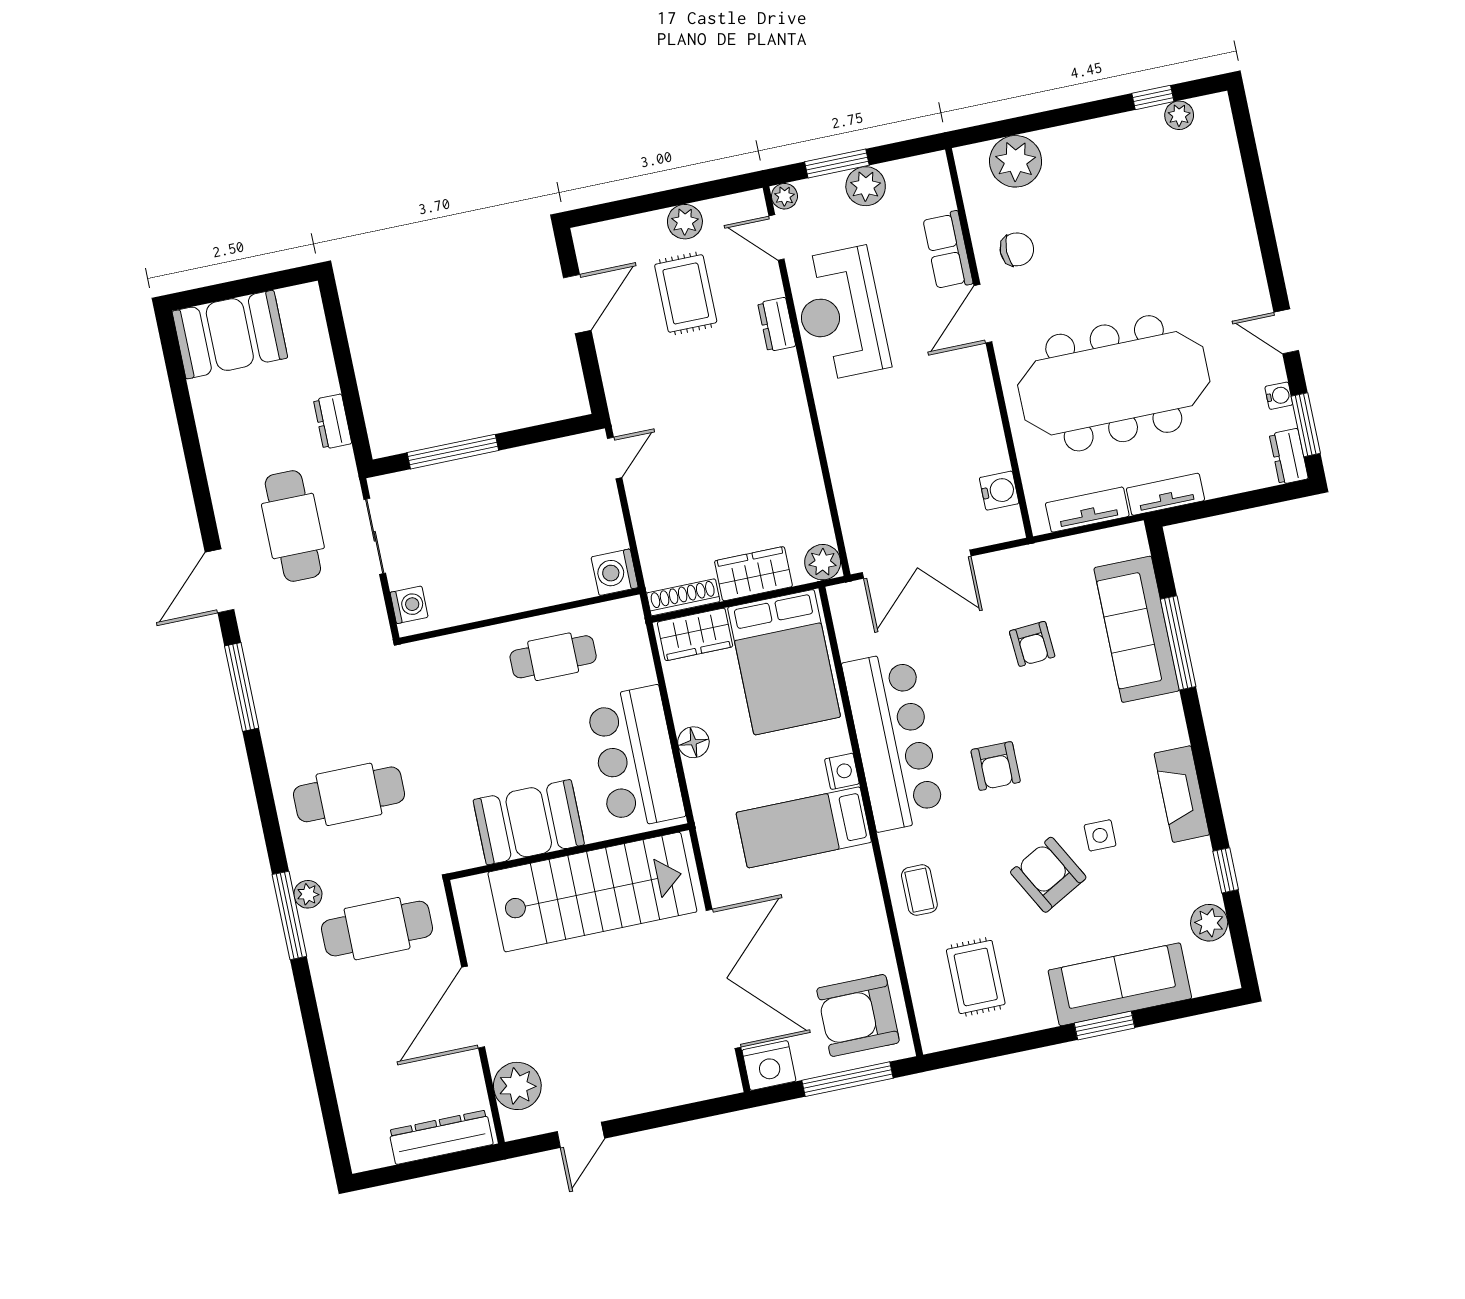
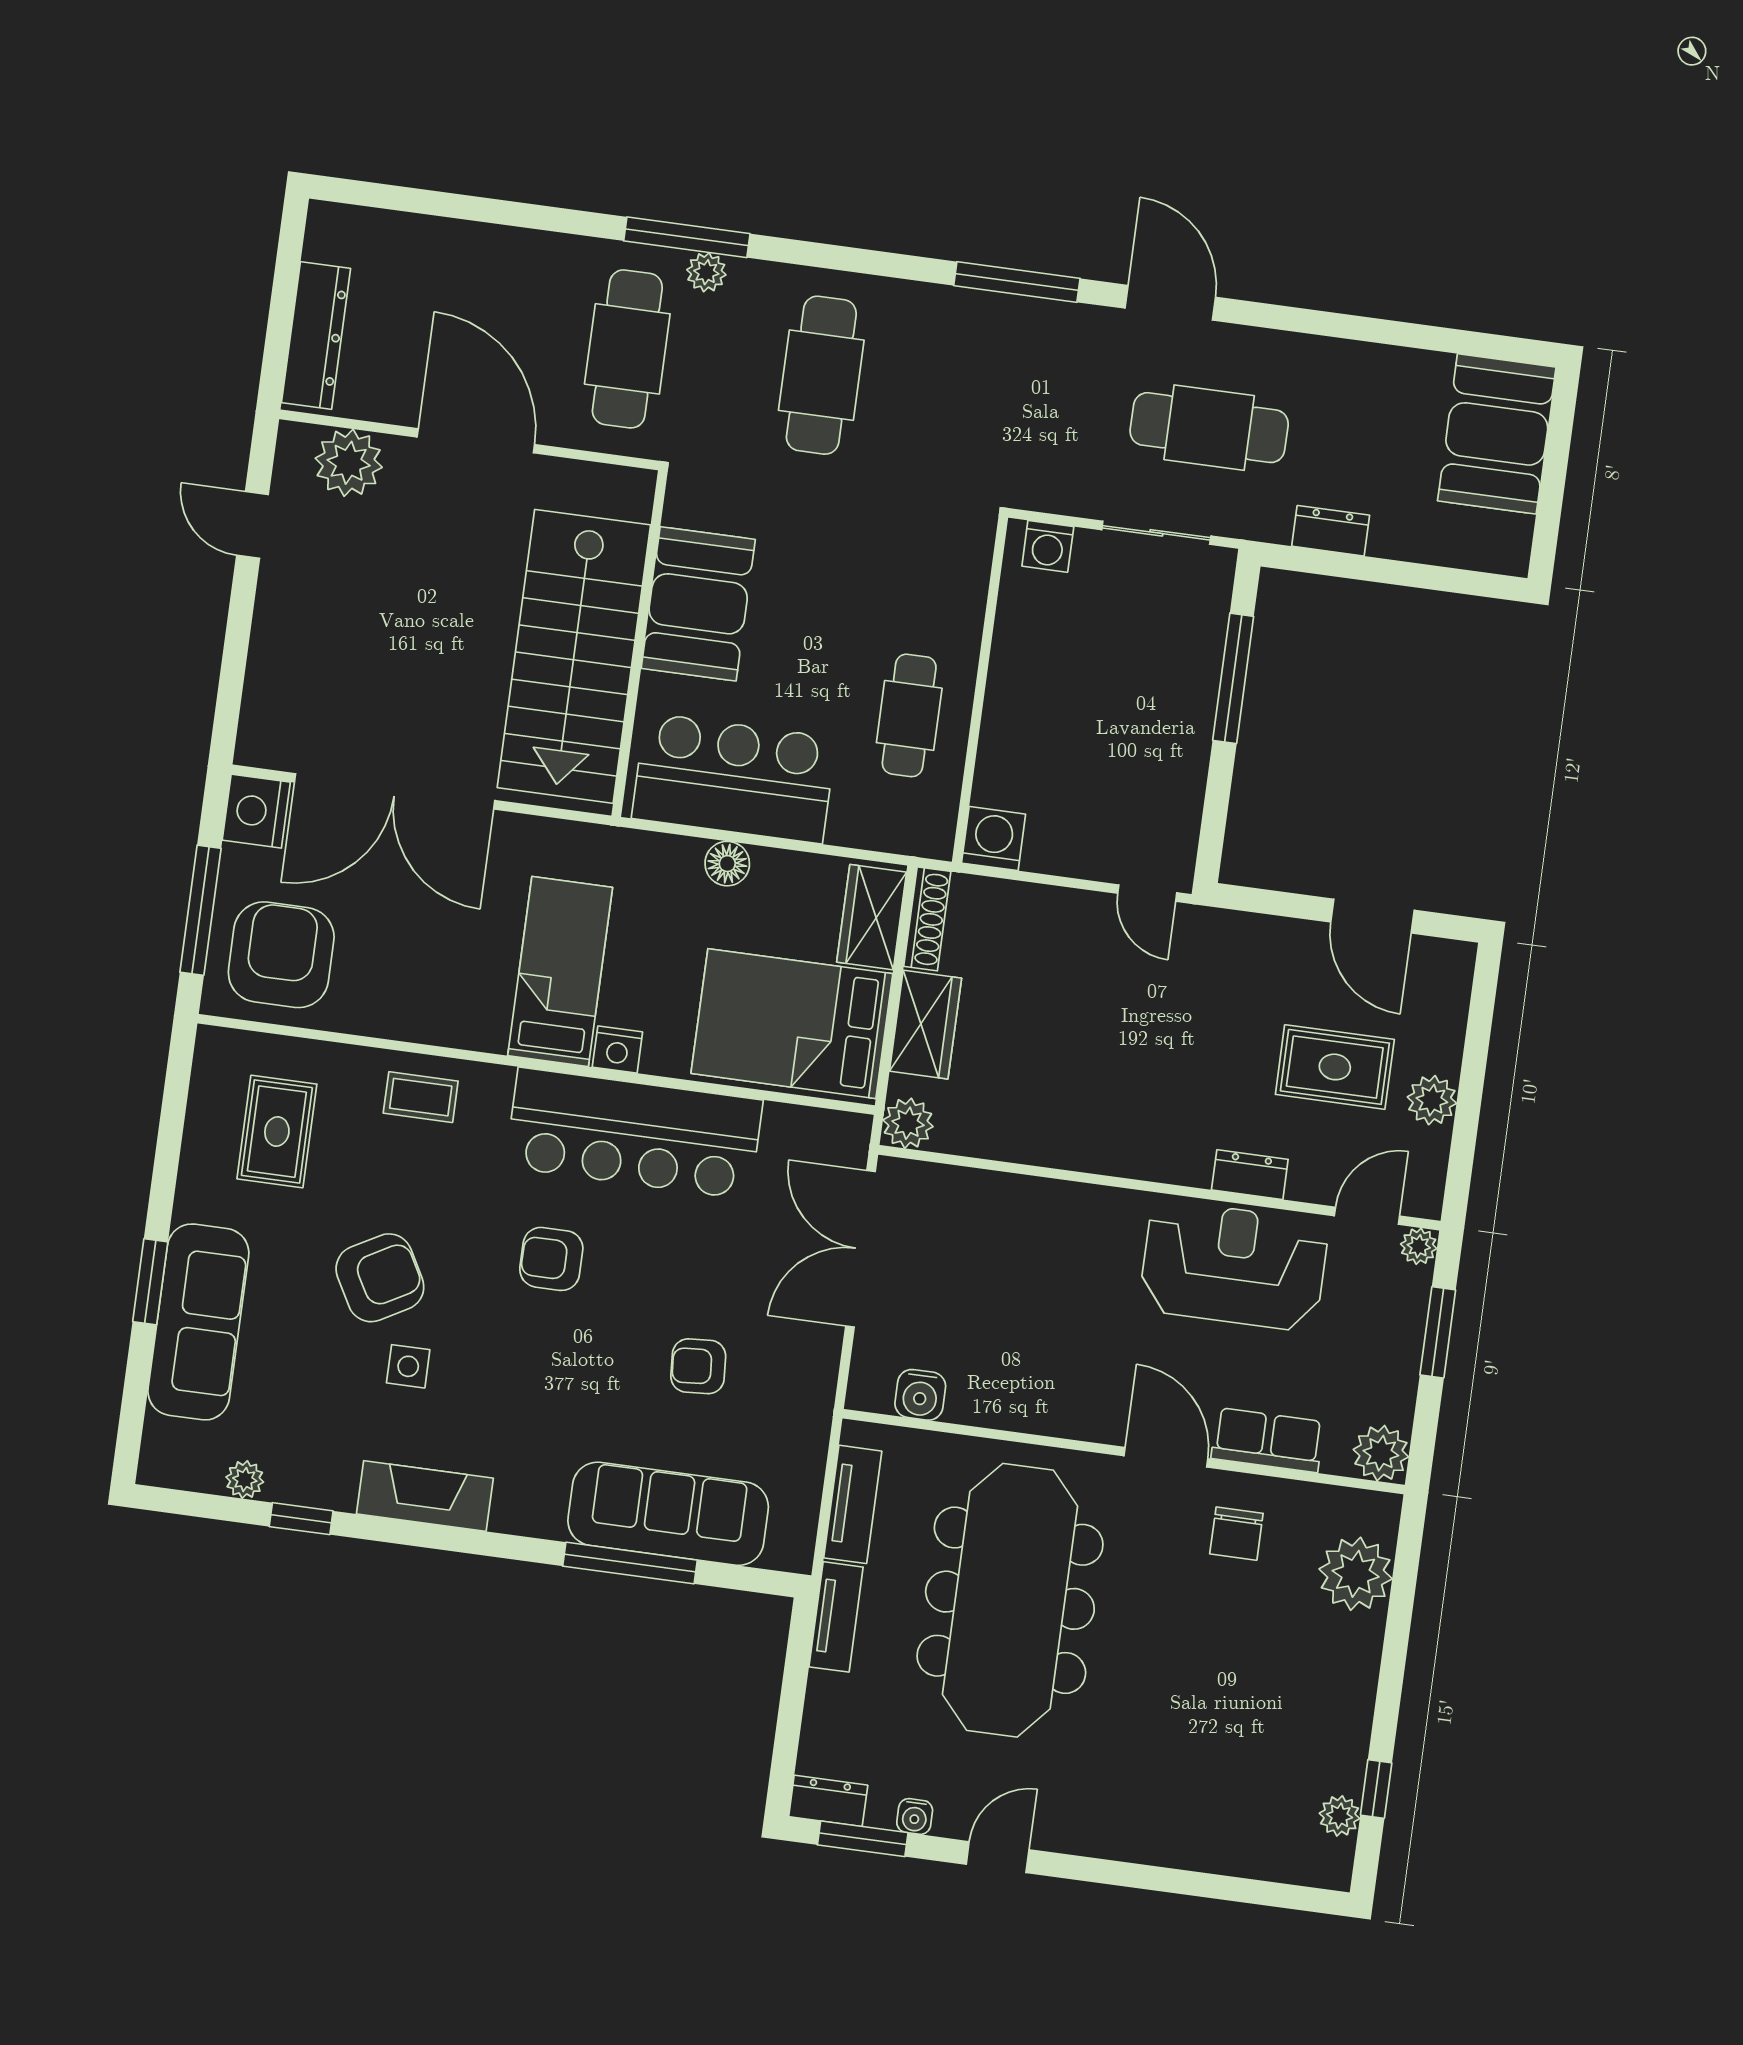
plant: (866, 186) -> (1381, 1453), moved
plant: (1209, 923) -> (245, 1480), width x0.73, depth x0.73
rug: (976, 977) -> (277, 1132), turned 90

